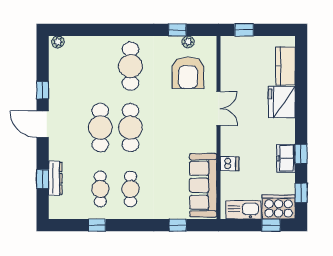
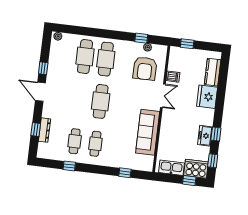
cafe table: (100, 128) -> (85, 57), moved
dishwasher: (230, 164) -> (173, 77), moved
sofa: (203, 185) -> (148, 132), moved

